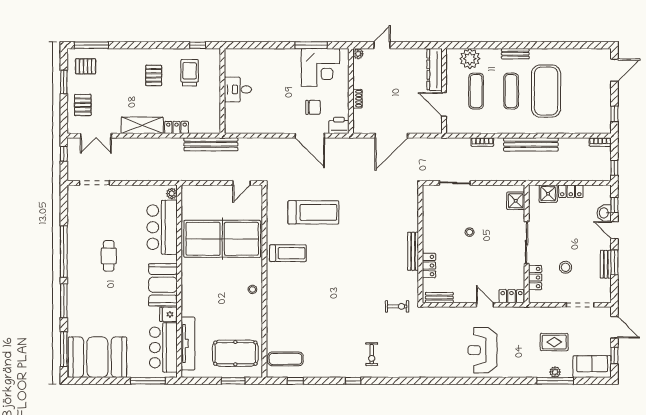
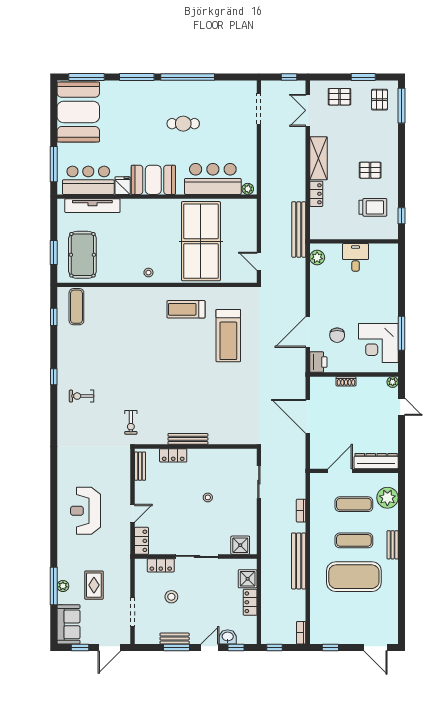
plant: (238, 127) -> (317, 257), added
treadmill: (288, 253) -> (186, 309), turned 90
reception desk: (482, 350) -> (86, 511), turned -90

